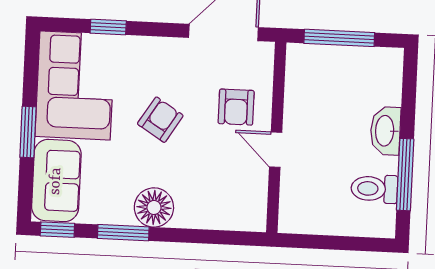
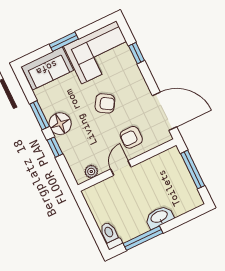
toilet: (374, 189) -> (110, 235), moved
plant: (256, 199) -> (91, 172), added
window: (57, 230) -> (55, 147), moved

